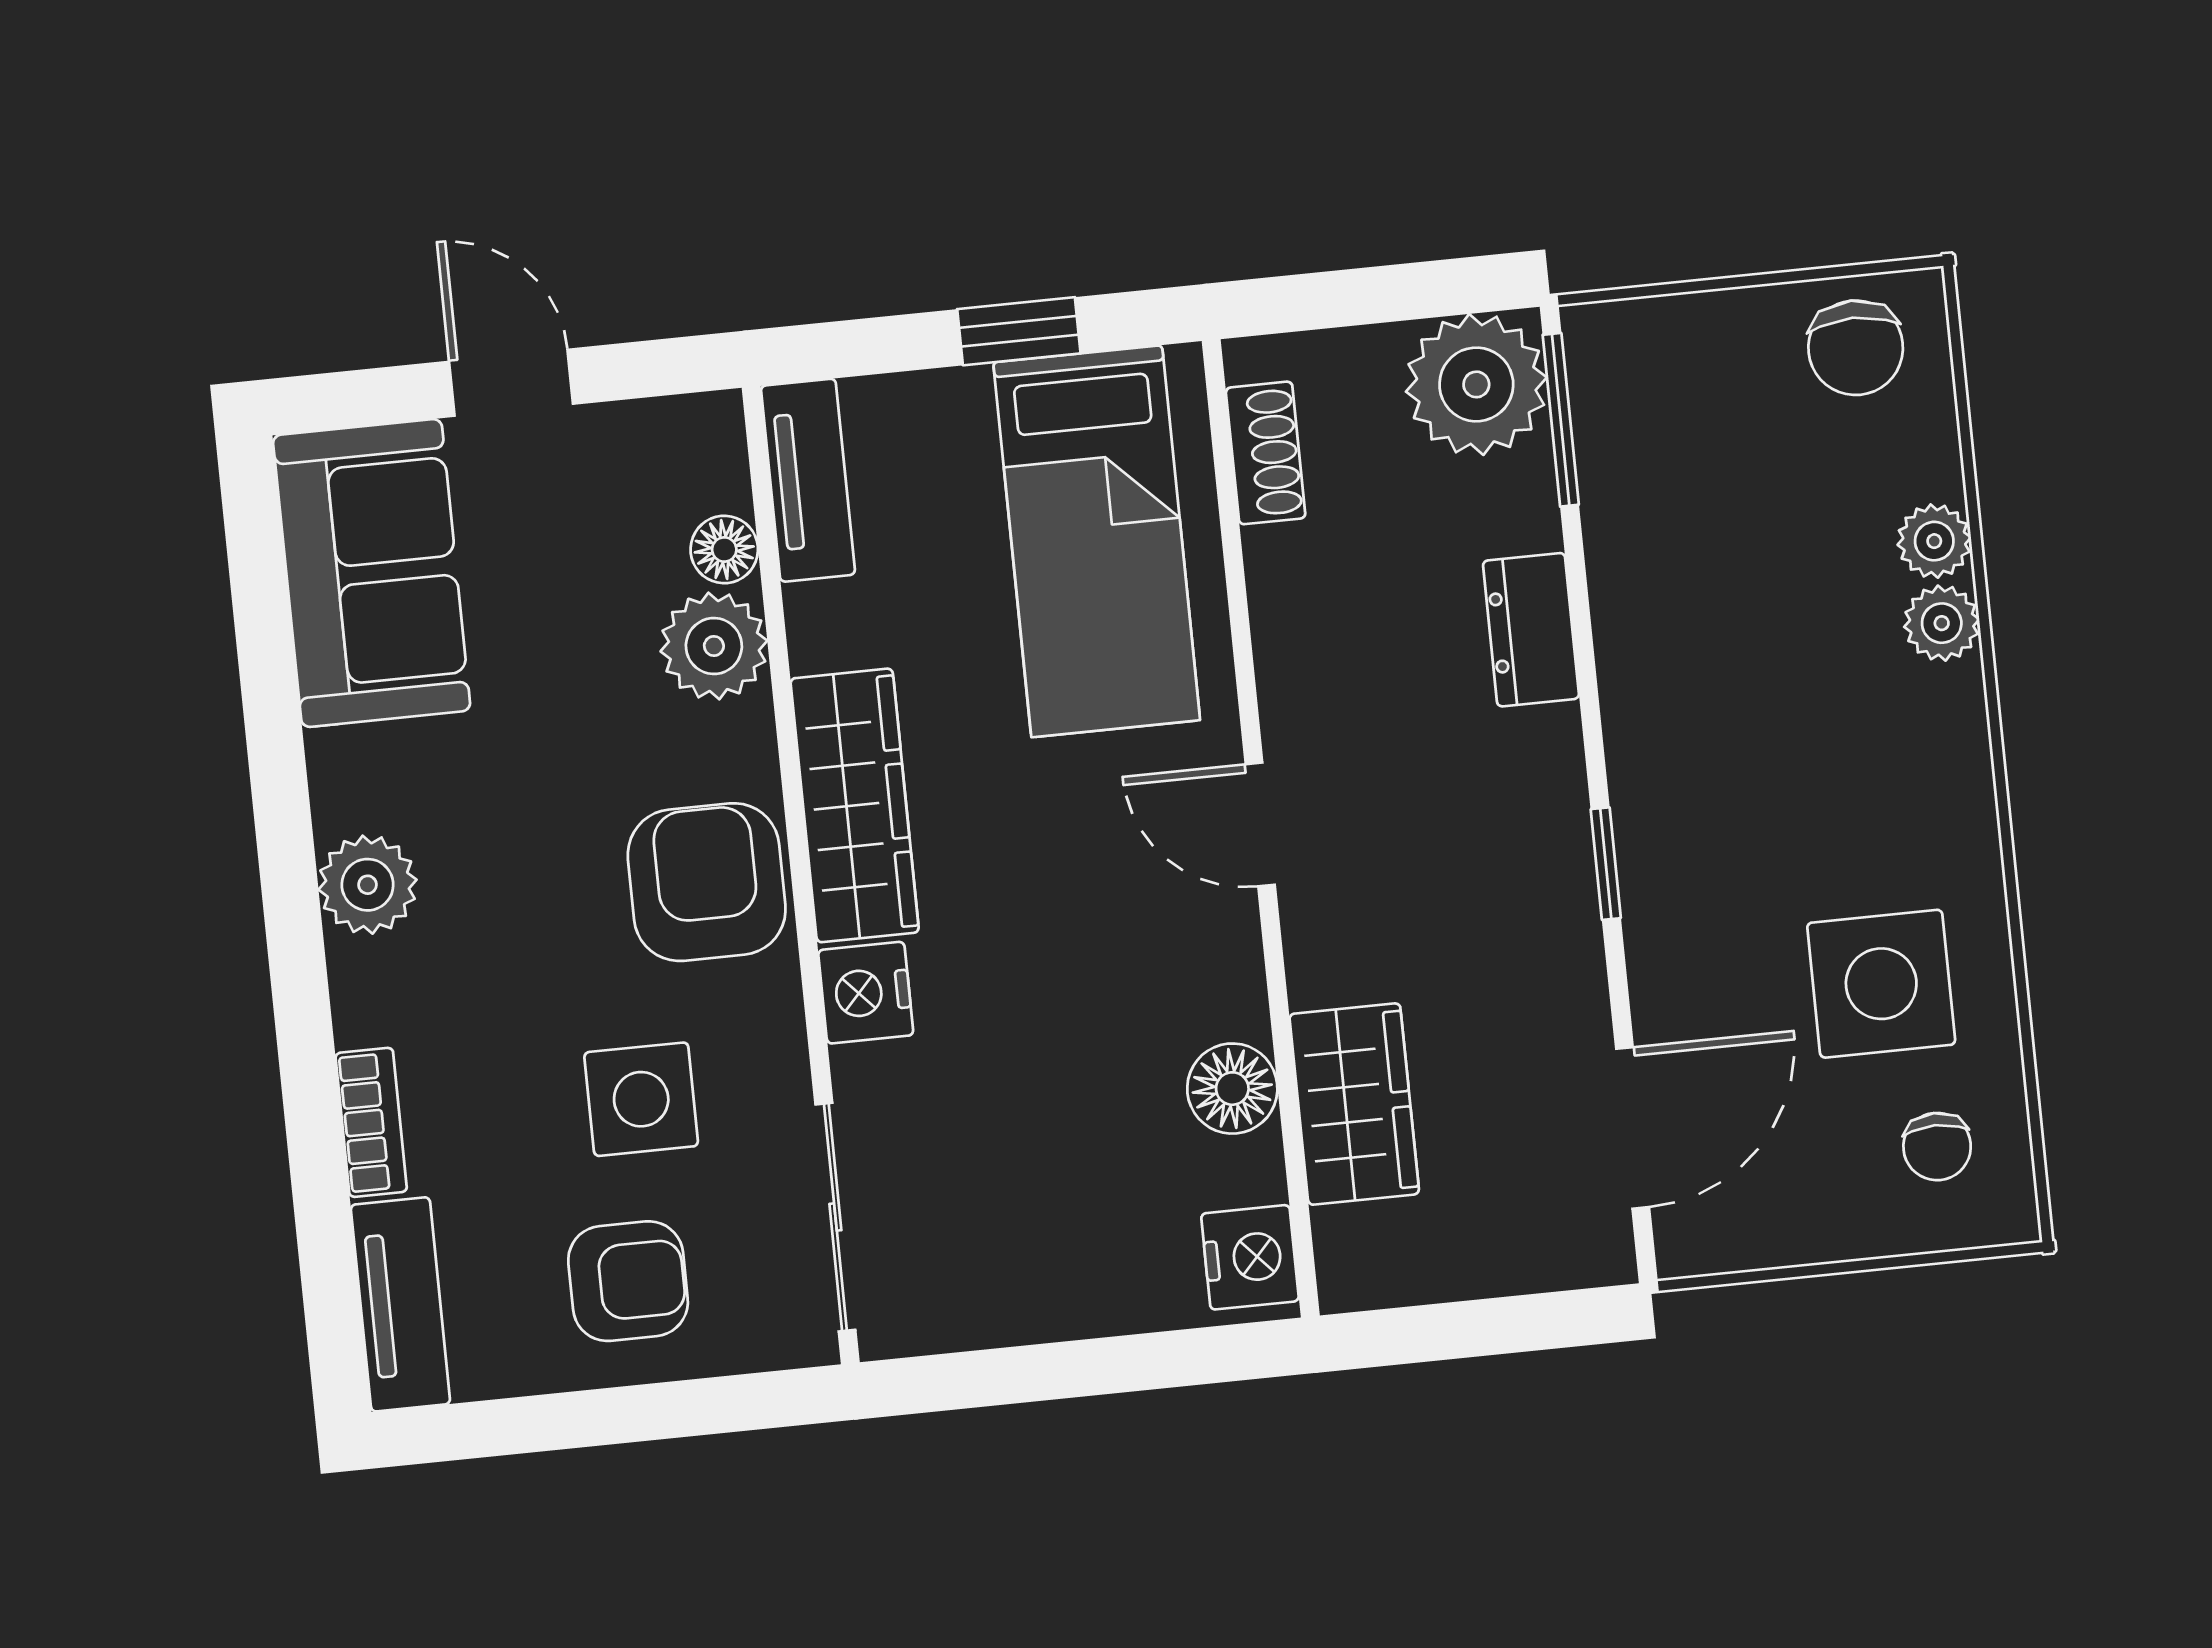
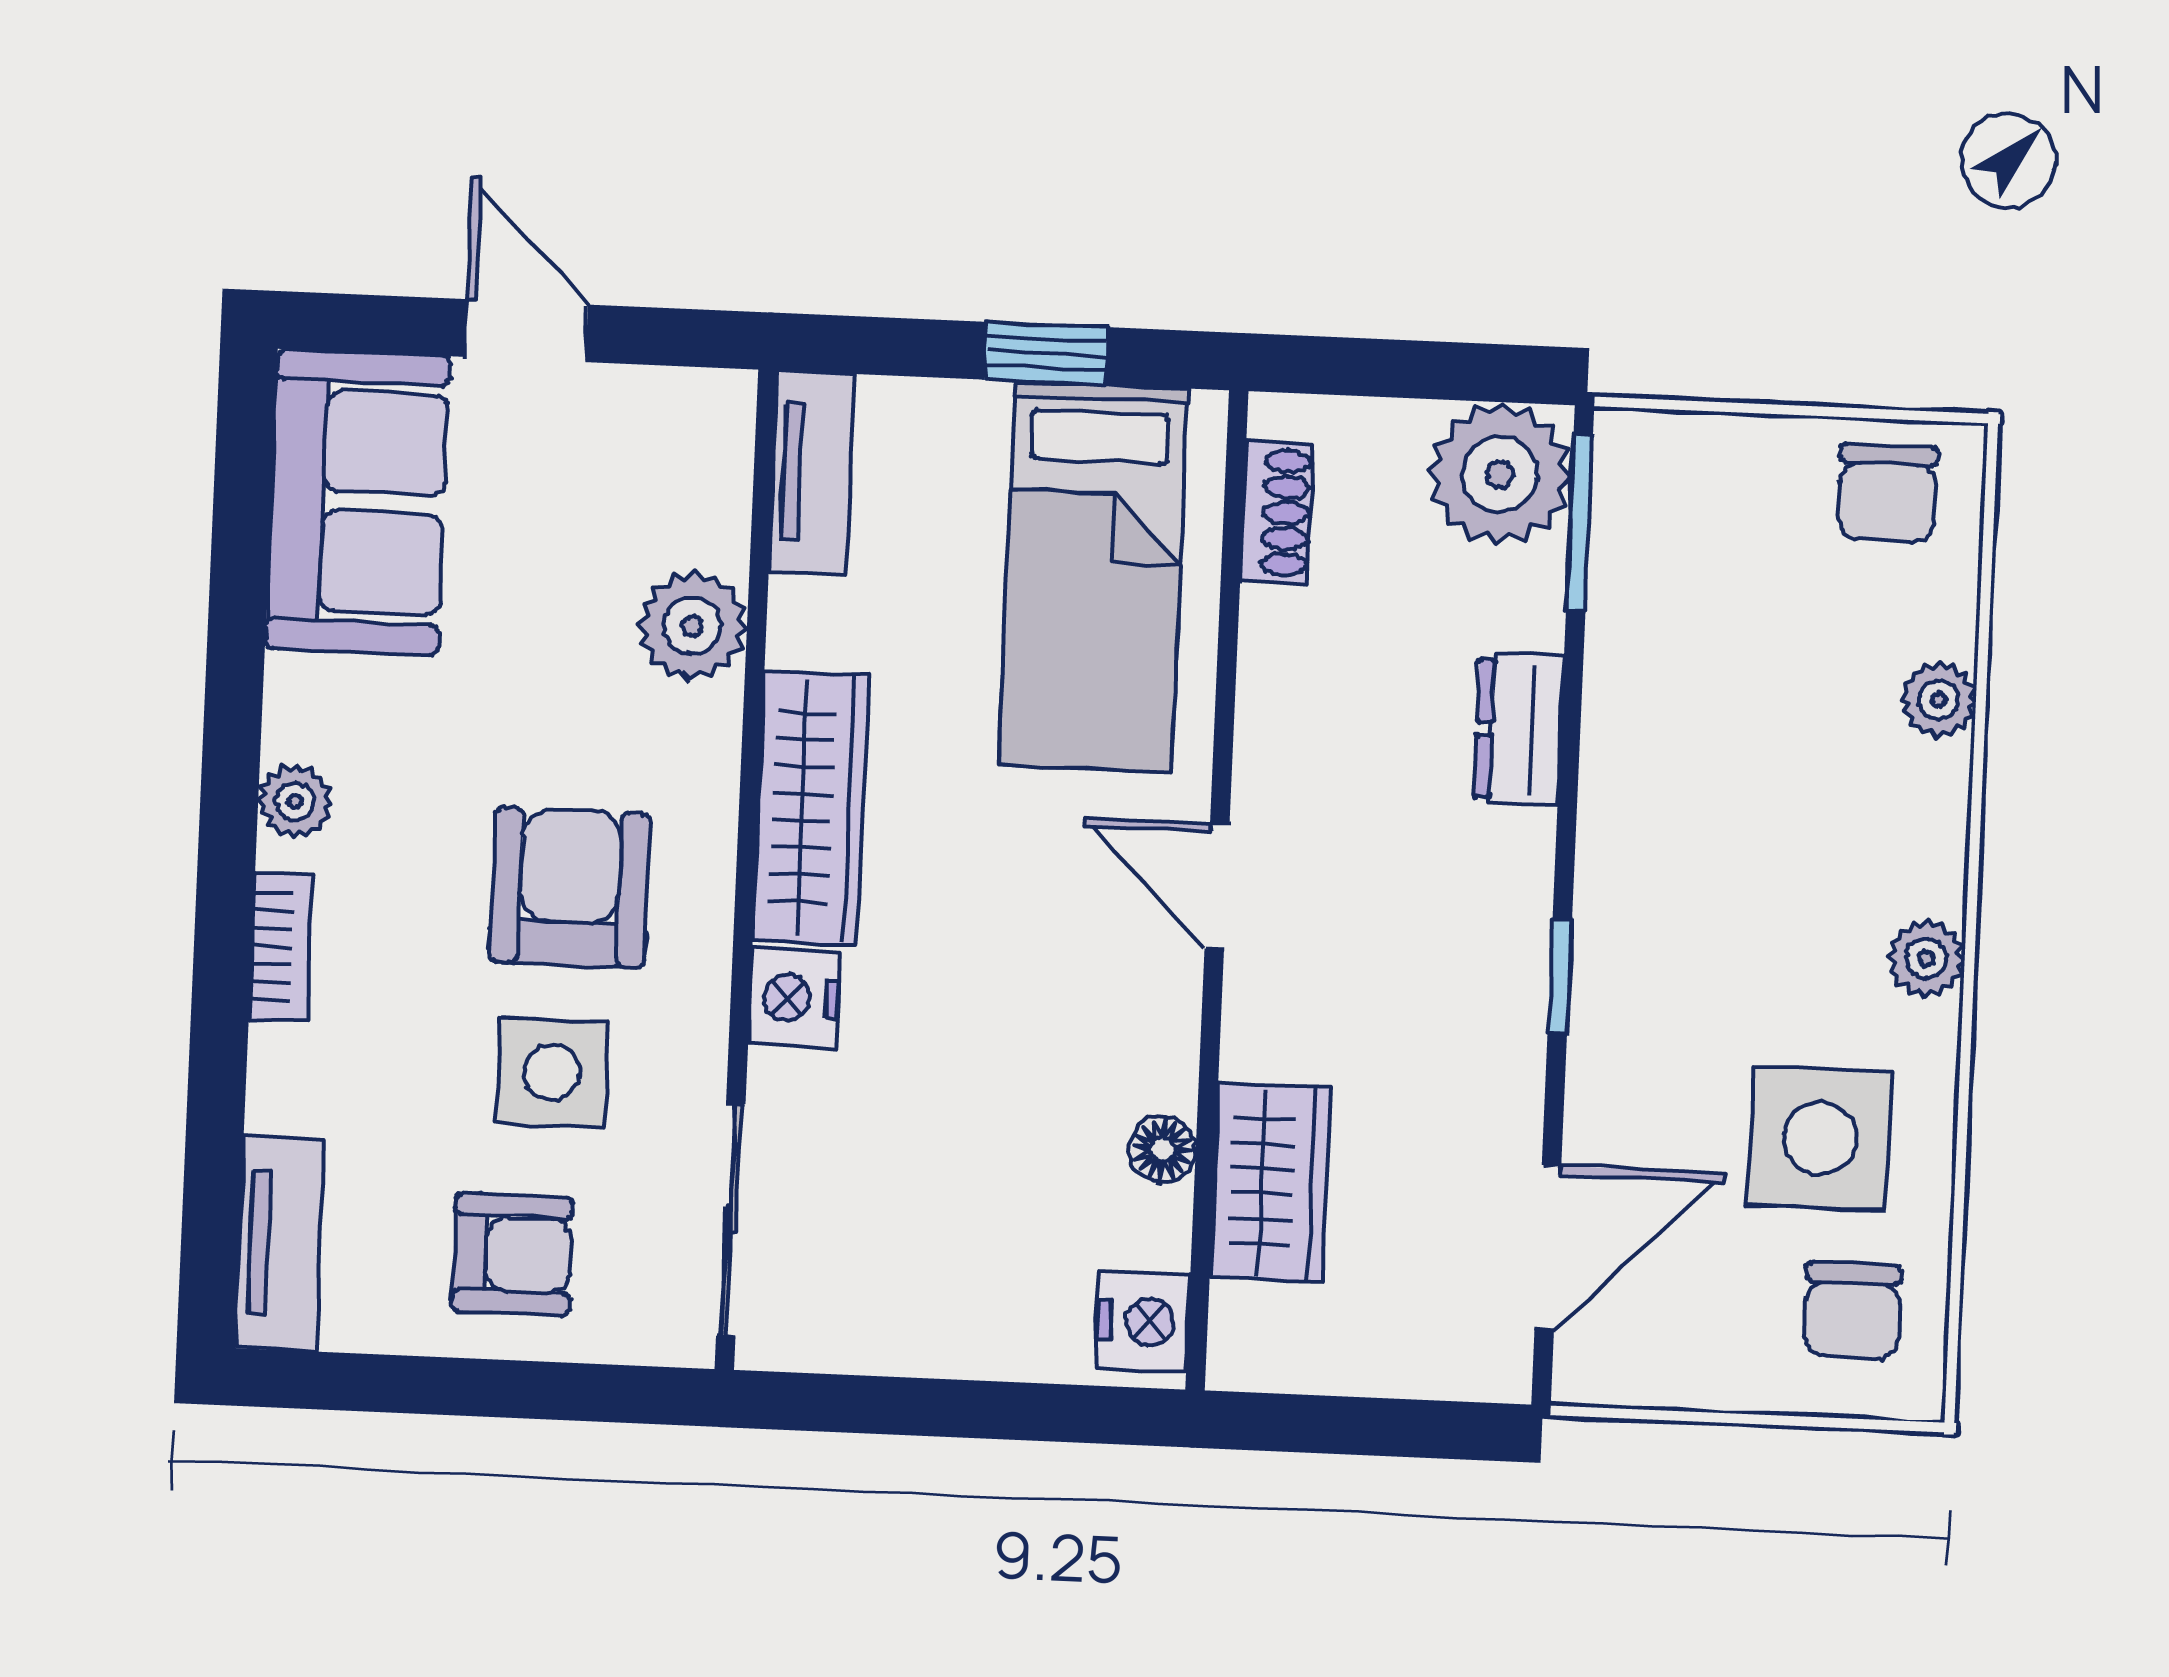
floor lamp: (724, 549) -> (717, 530), removed
plant: (1942, 623) -> (1926, 958), moved
armchair: (707, 882) -> (570, 887), moved
plant: (368, 885) -> (295, 801), width x0.73, depth x0.73
floor lamp: (1232, 1089) -> (1162, 1149), width x0.73, depth x0.73
bookcase: (371, 1122) -> (281, 947), moved
chair: (1937, 1147) -> (1852, 1311), width x1.37, depth x1.37

